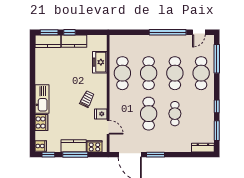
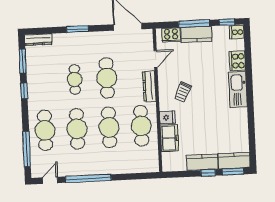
dresser: (114, 105) -> (149, 86), added
fridge: (101, 114) -> (167, 117), moved
door: (108, 127) -> (156, 59), swing flipped
window: (156, 155) -> (78, 29), moved

